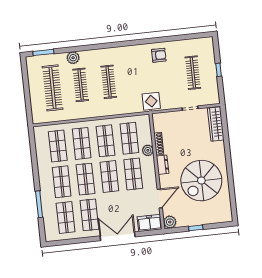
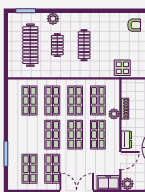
clothes rail: (81, 85) -> (57, 45), width x0.73
dresser: (163, 165) -> (126, 140), moved
shop shelf: (62, 182) -> (29, 135), removed

